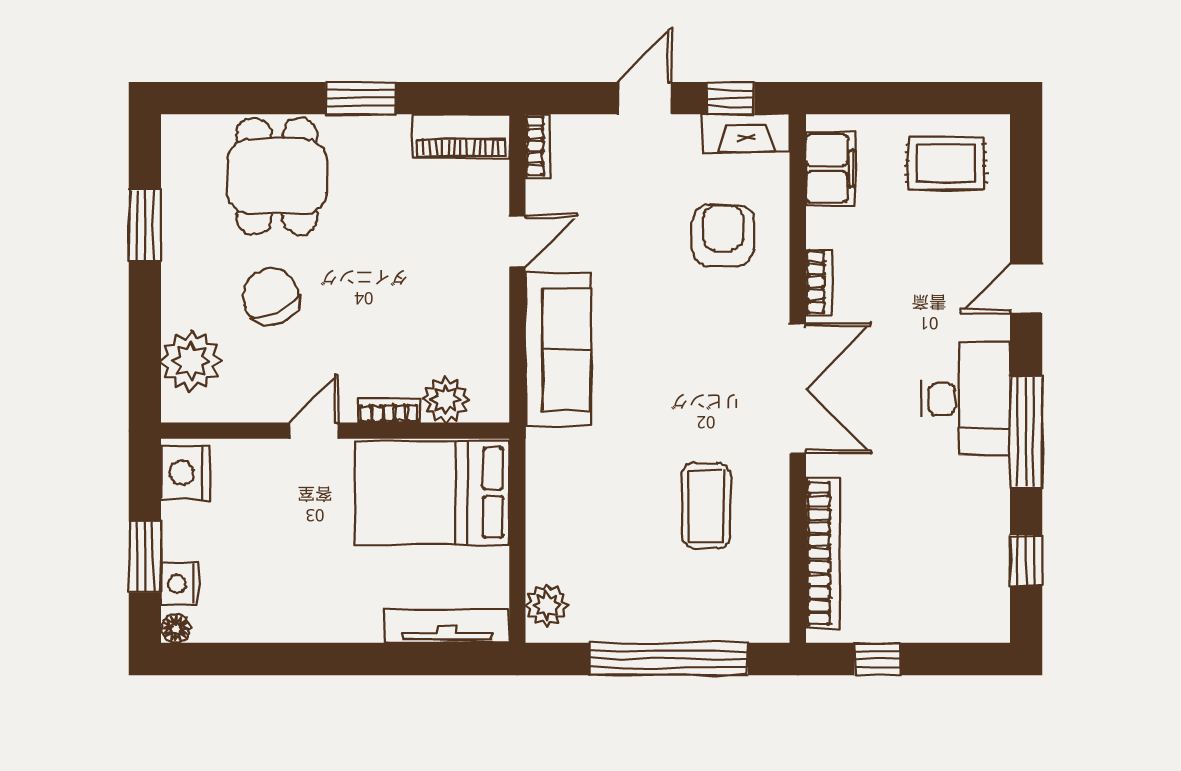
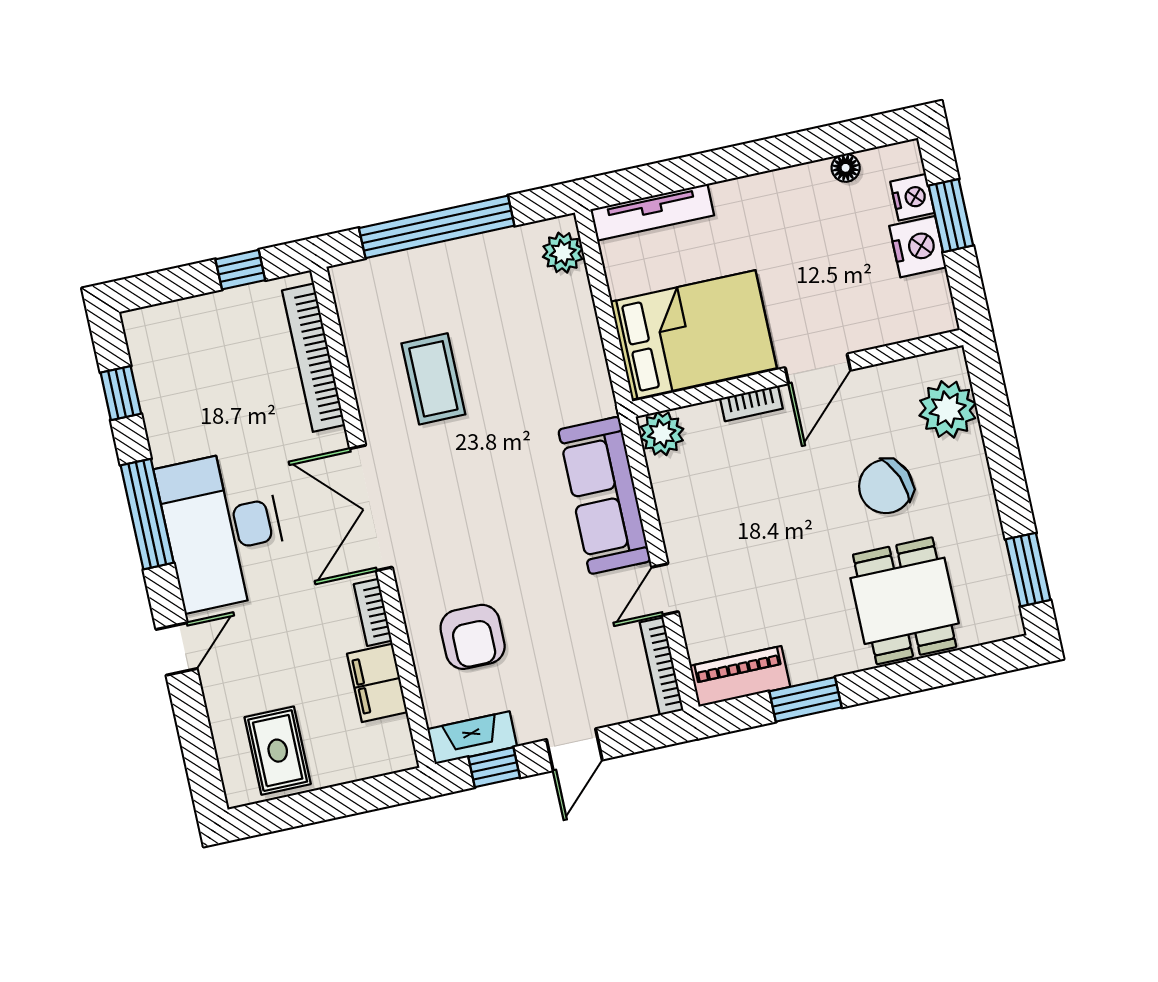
window: (361, 98) -> (805, 699), moved
bookcase: (538, 146) -> (662, 666), width x1.56
rug: (946, 163) -> (278, 751), turned 90
filing cabinet: (830, 169) -> (377, 683), moved
window: (145, 226) -> (1028, 570), moved
chair: (271, 296) -> (886, 486), turned 93
desk: (966, 399) -> (223, 530), width x1.36, depth x1.30
plant: (446, 400) -> (662, 434), moved
door: (314, 431) -> (818, 369), width x1.38
nightstand: (185, 473) -> (918, 247), moved
floor lamp: (176, 628) -> (846, 168), moved

